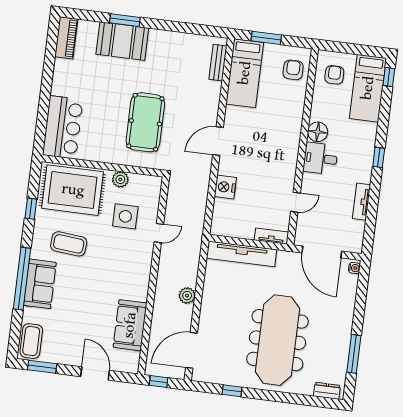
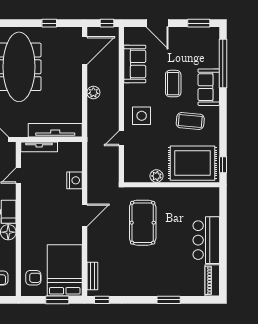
window: (210, 31) -> (102, 300), added
booth: (122, 41) -> (168, 283), removed
armchair: (293, 70) -> (33, 278), turned -90
bed: (245, 73) -> (65, 270), width x1.50
bar counter: (63, 127) -> (206, 240), moved
window: (31, 209) -> (223, 165), moved
side table: (125, 216) -> (142, 116), moved
tv unit: (271, 236) -> (39, 147), width x1.41
window: (22, 279) -> (223, 64), moved
coffee table: (31, 341) -> (173, 84), moved

